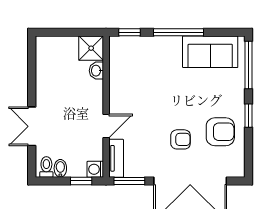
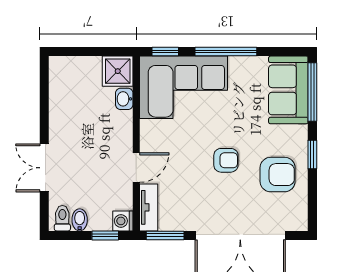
sofa: (210, 52) -> (288, 90), moved, turned 90
corner sofa: (144, 61) -> (183, 87), added
armchair: (181, 139) -> (226, 160), moved

